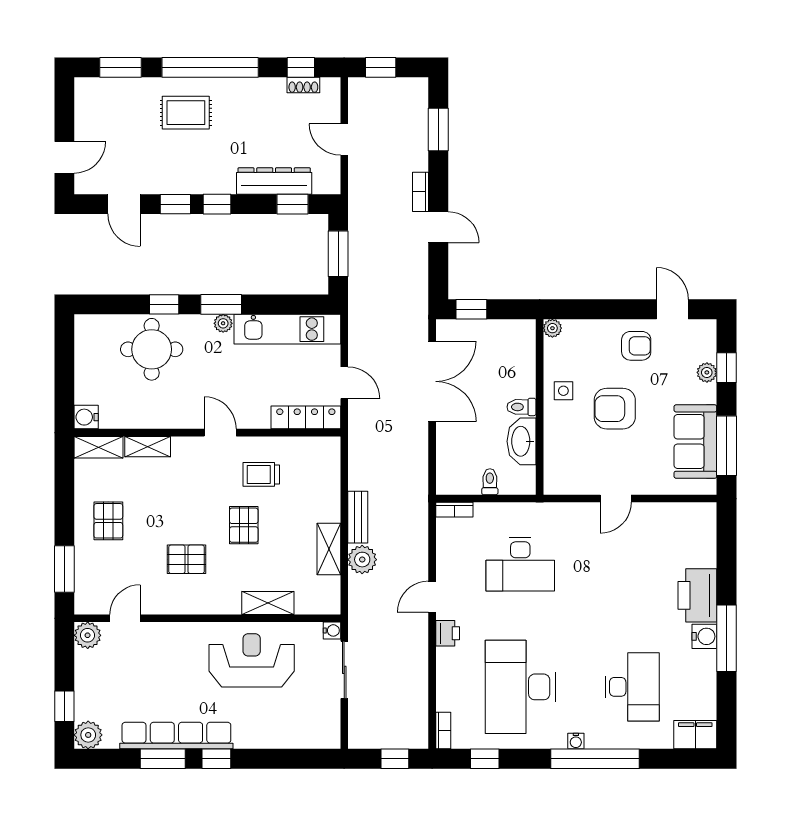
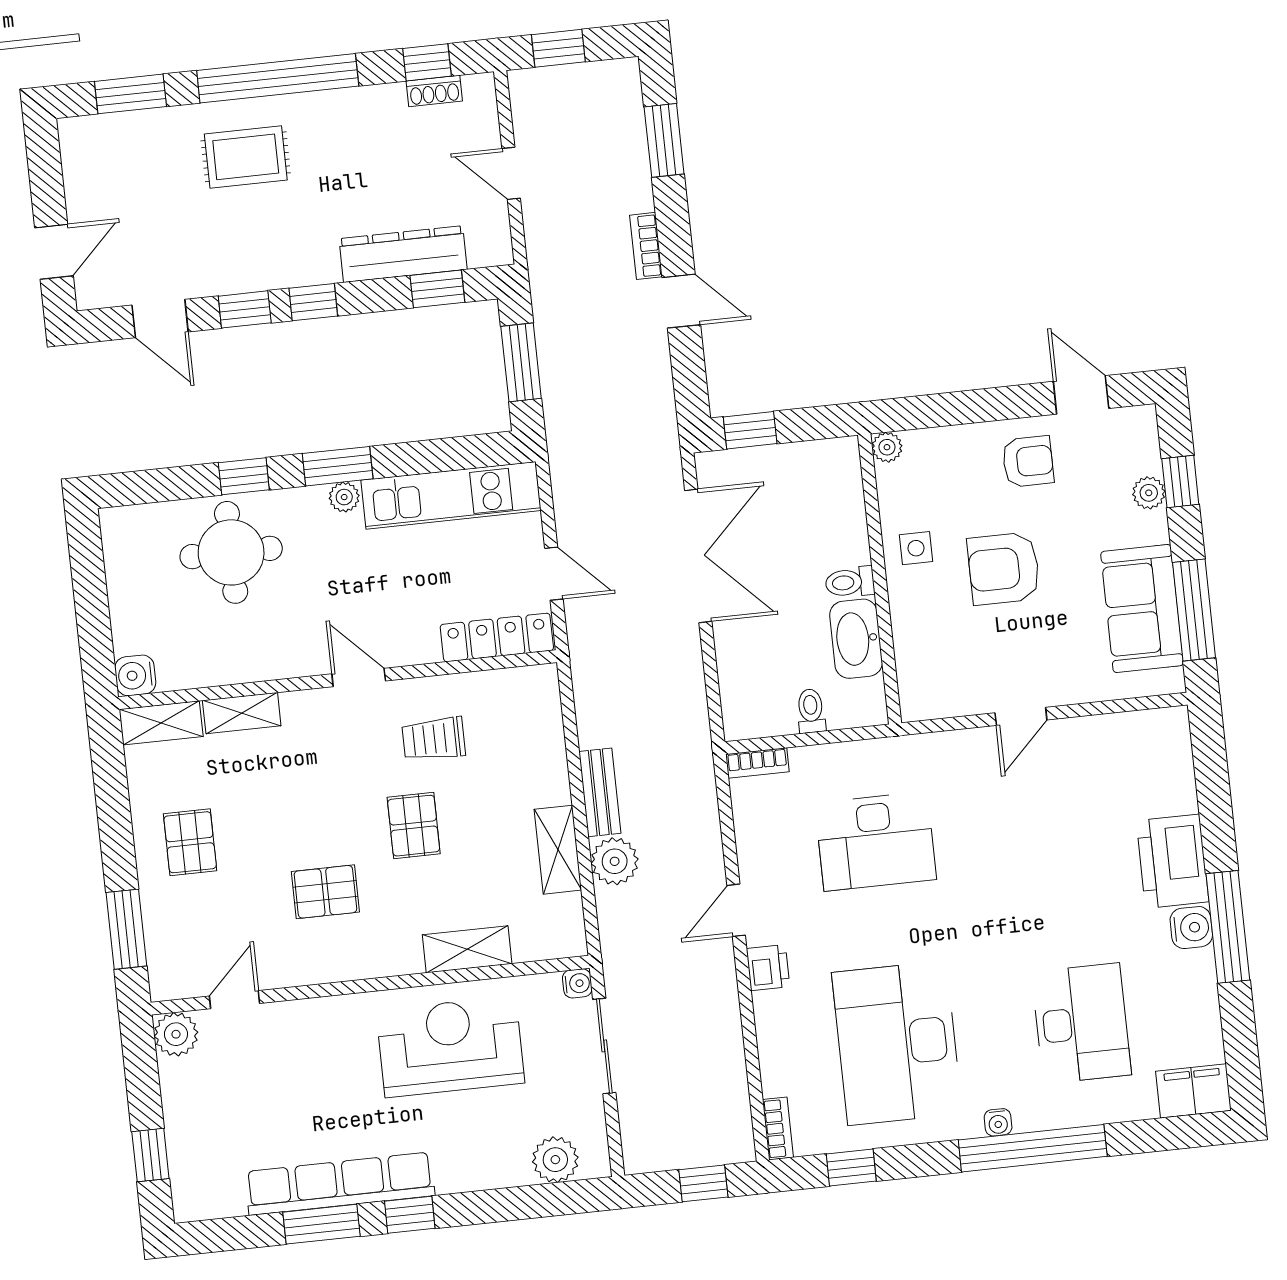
plant: (88, 735) -> (555, 1160), moved

